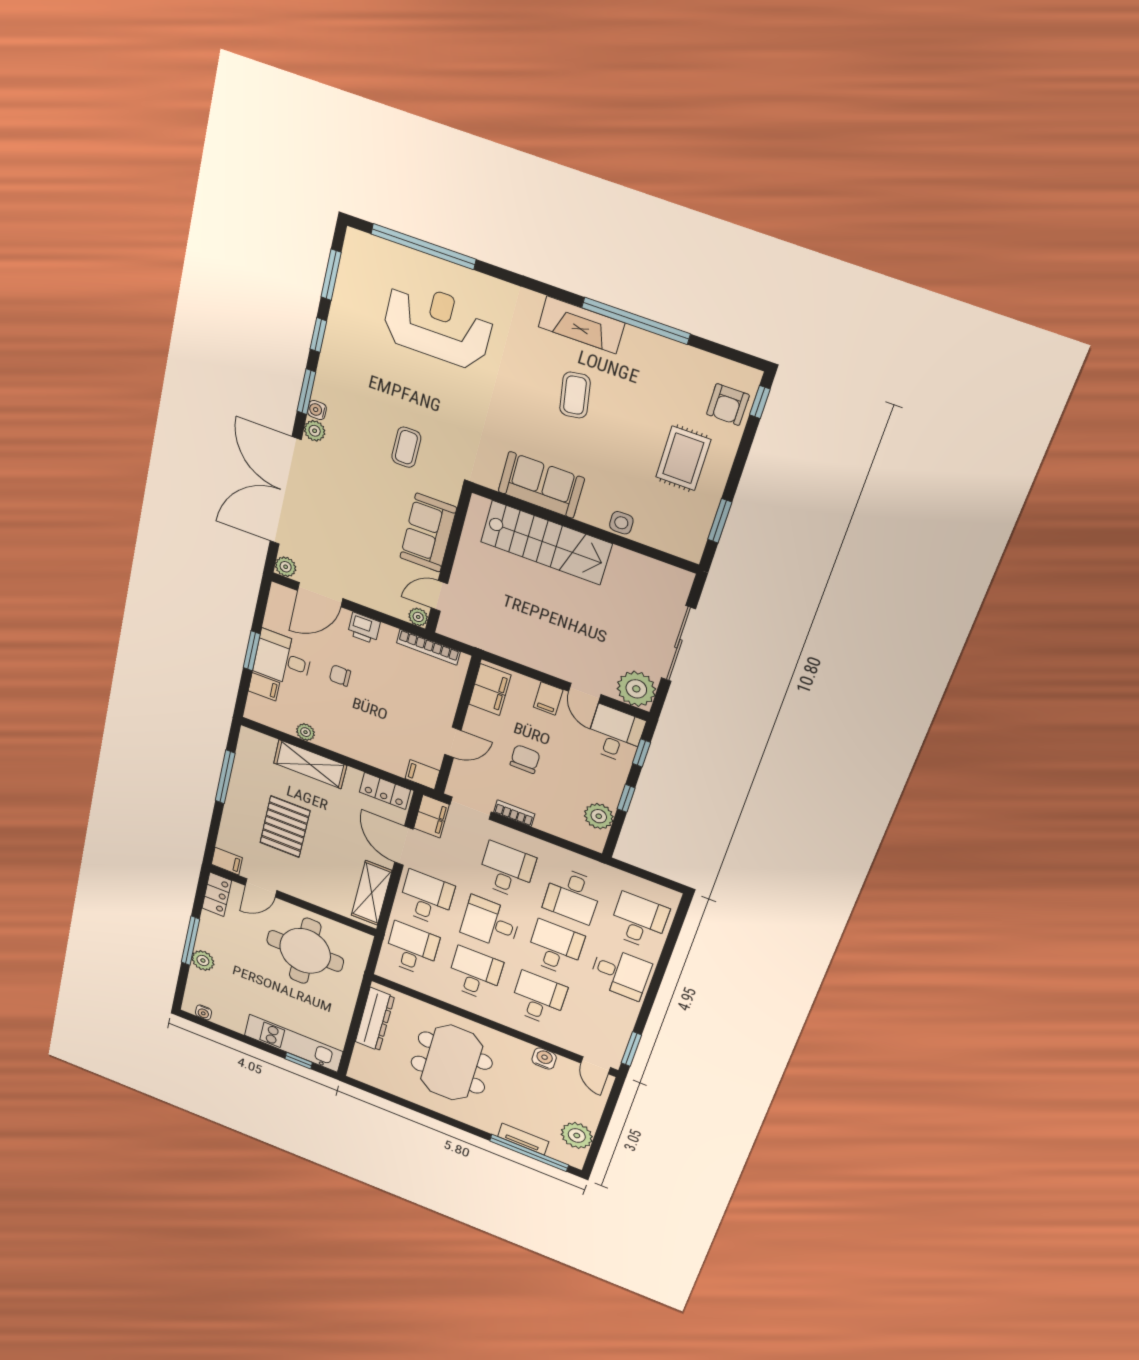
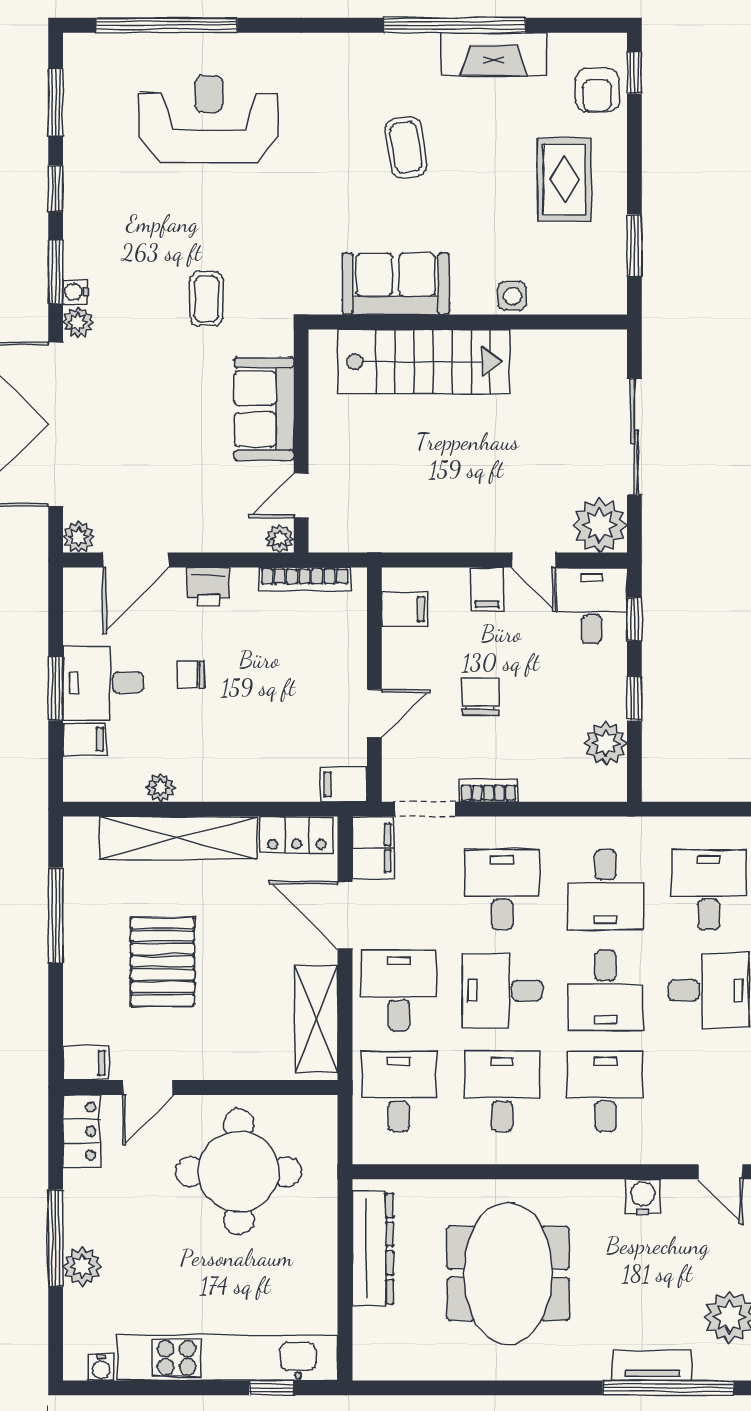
fireplace: (581, 325) -> (494, 54), moved
filing cabinet: (490, 690) -> (405, 609), width x0.50
shelving: (310, 764) -> (178, 838), width x1.47
desk: (555, 948) -> (605, 990), turned 180
kitchen unit: (294, 1043) -> (227, 1358), width x1.36

